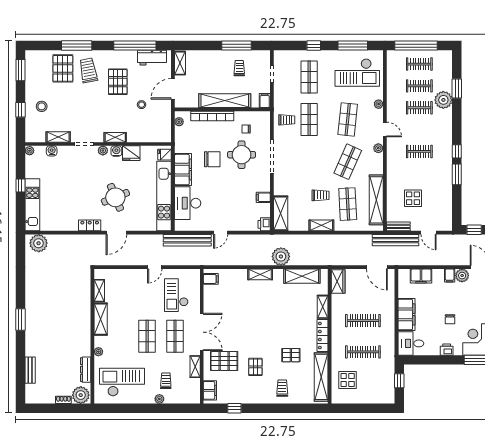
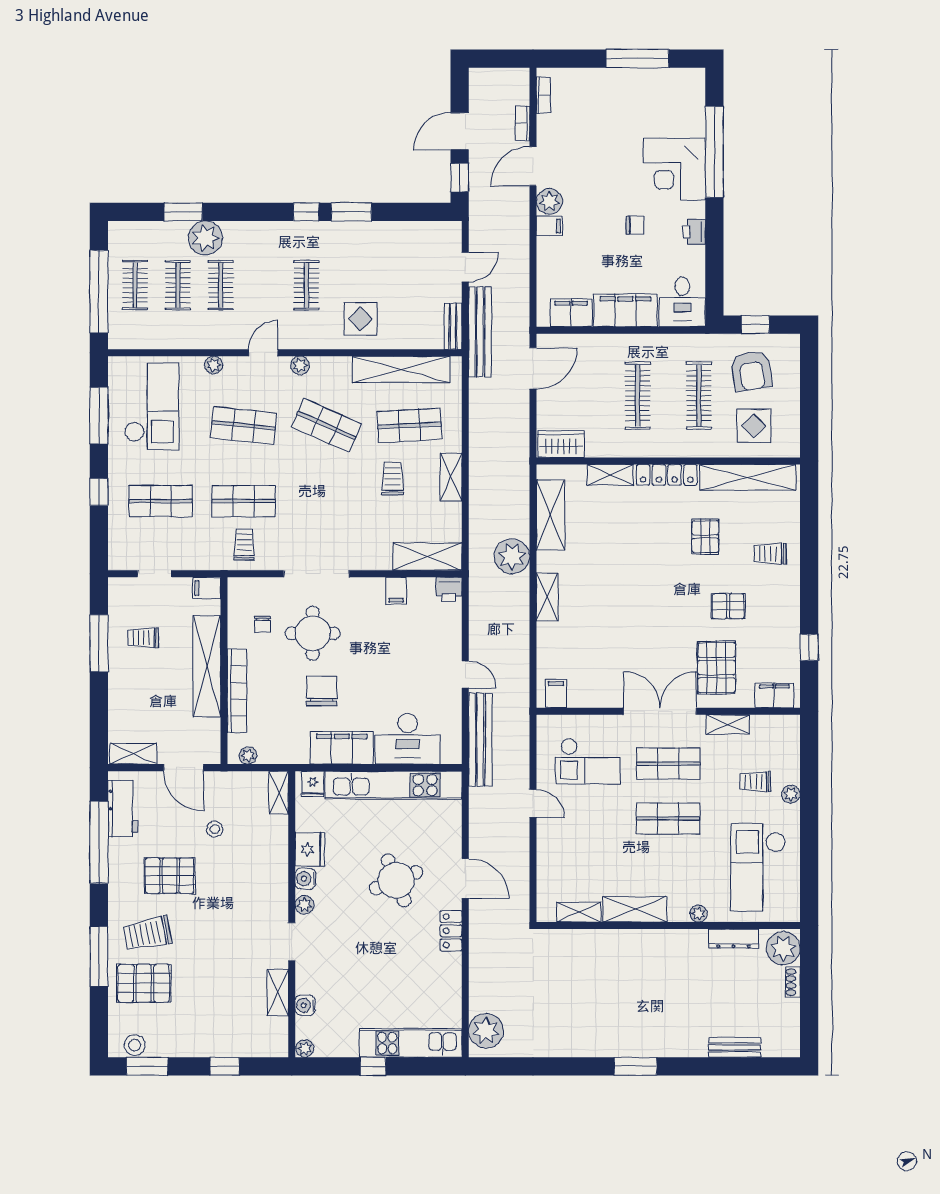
stool: (42, 106) -> (135, 1045), moved
shelving: (115, 137) -> (279, 793), moved
display table: (413, 198) -> (360, 319), moved
filing cabinet: (421, 276) -> (571, 313), moved, turned -90
armchair: (376, 379) -> (751, 371), added

